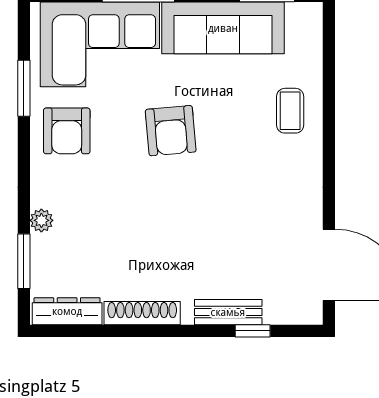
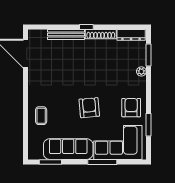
bench: (228, 312) -> (66, 35), width x1.36
window: (253, 331) -> (86, 27), moved

